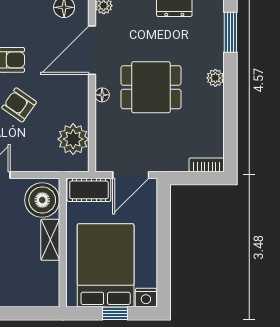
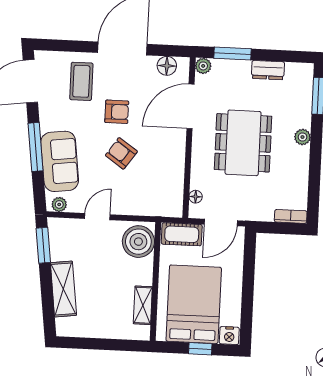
dining table: (151, 87) -> (243, 143), width x1.38
floor lamp: (102, 95) -> (196, 197), moved
plant: (73, 139) -> (169, 187), removed
shelving: (50, 240) -> (143, 305), moved

